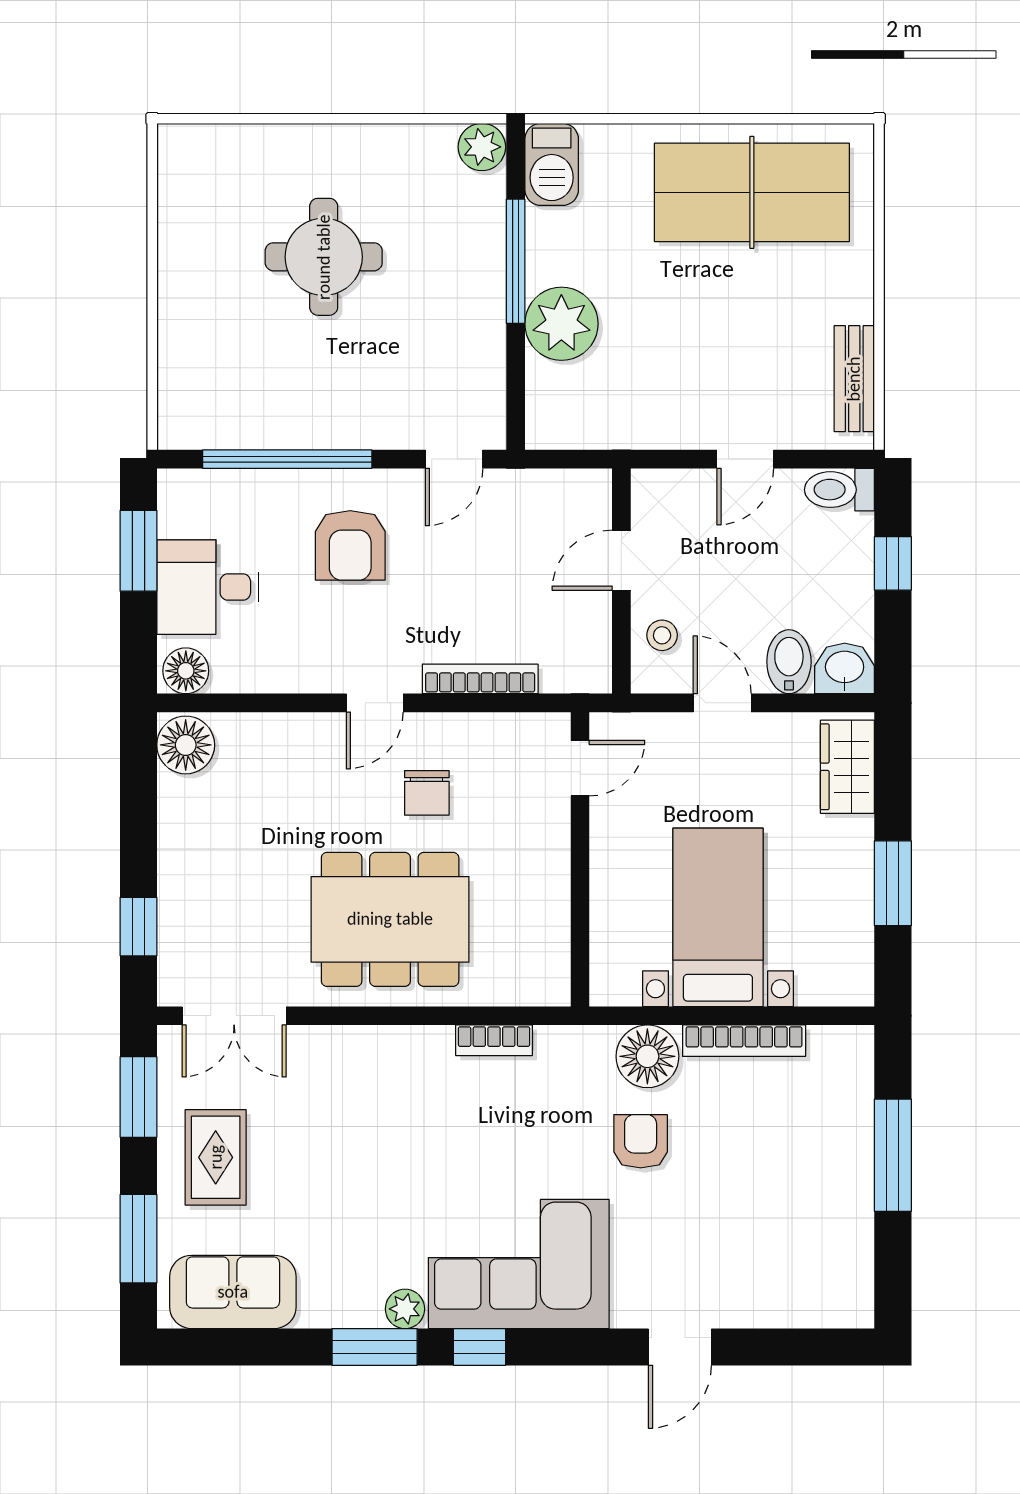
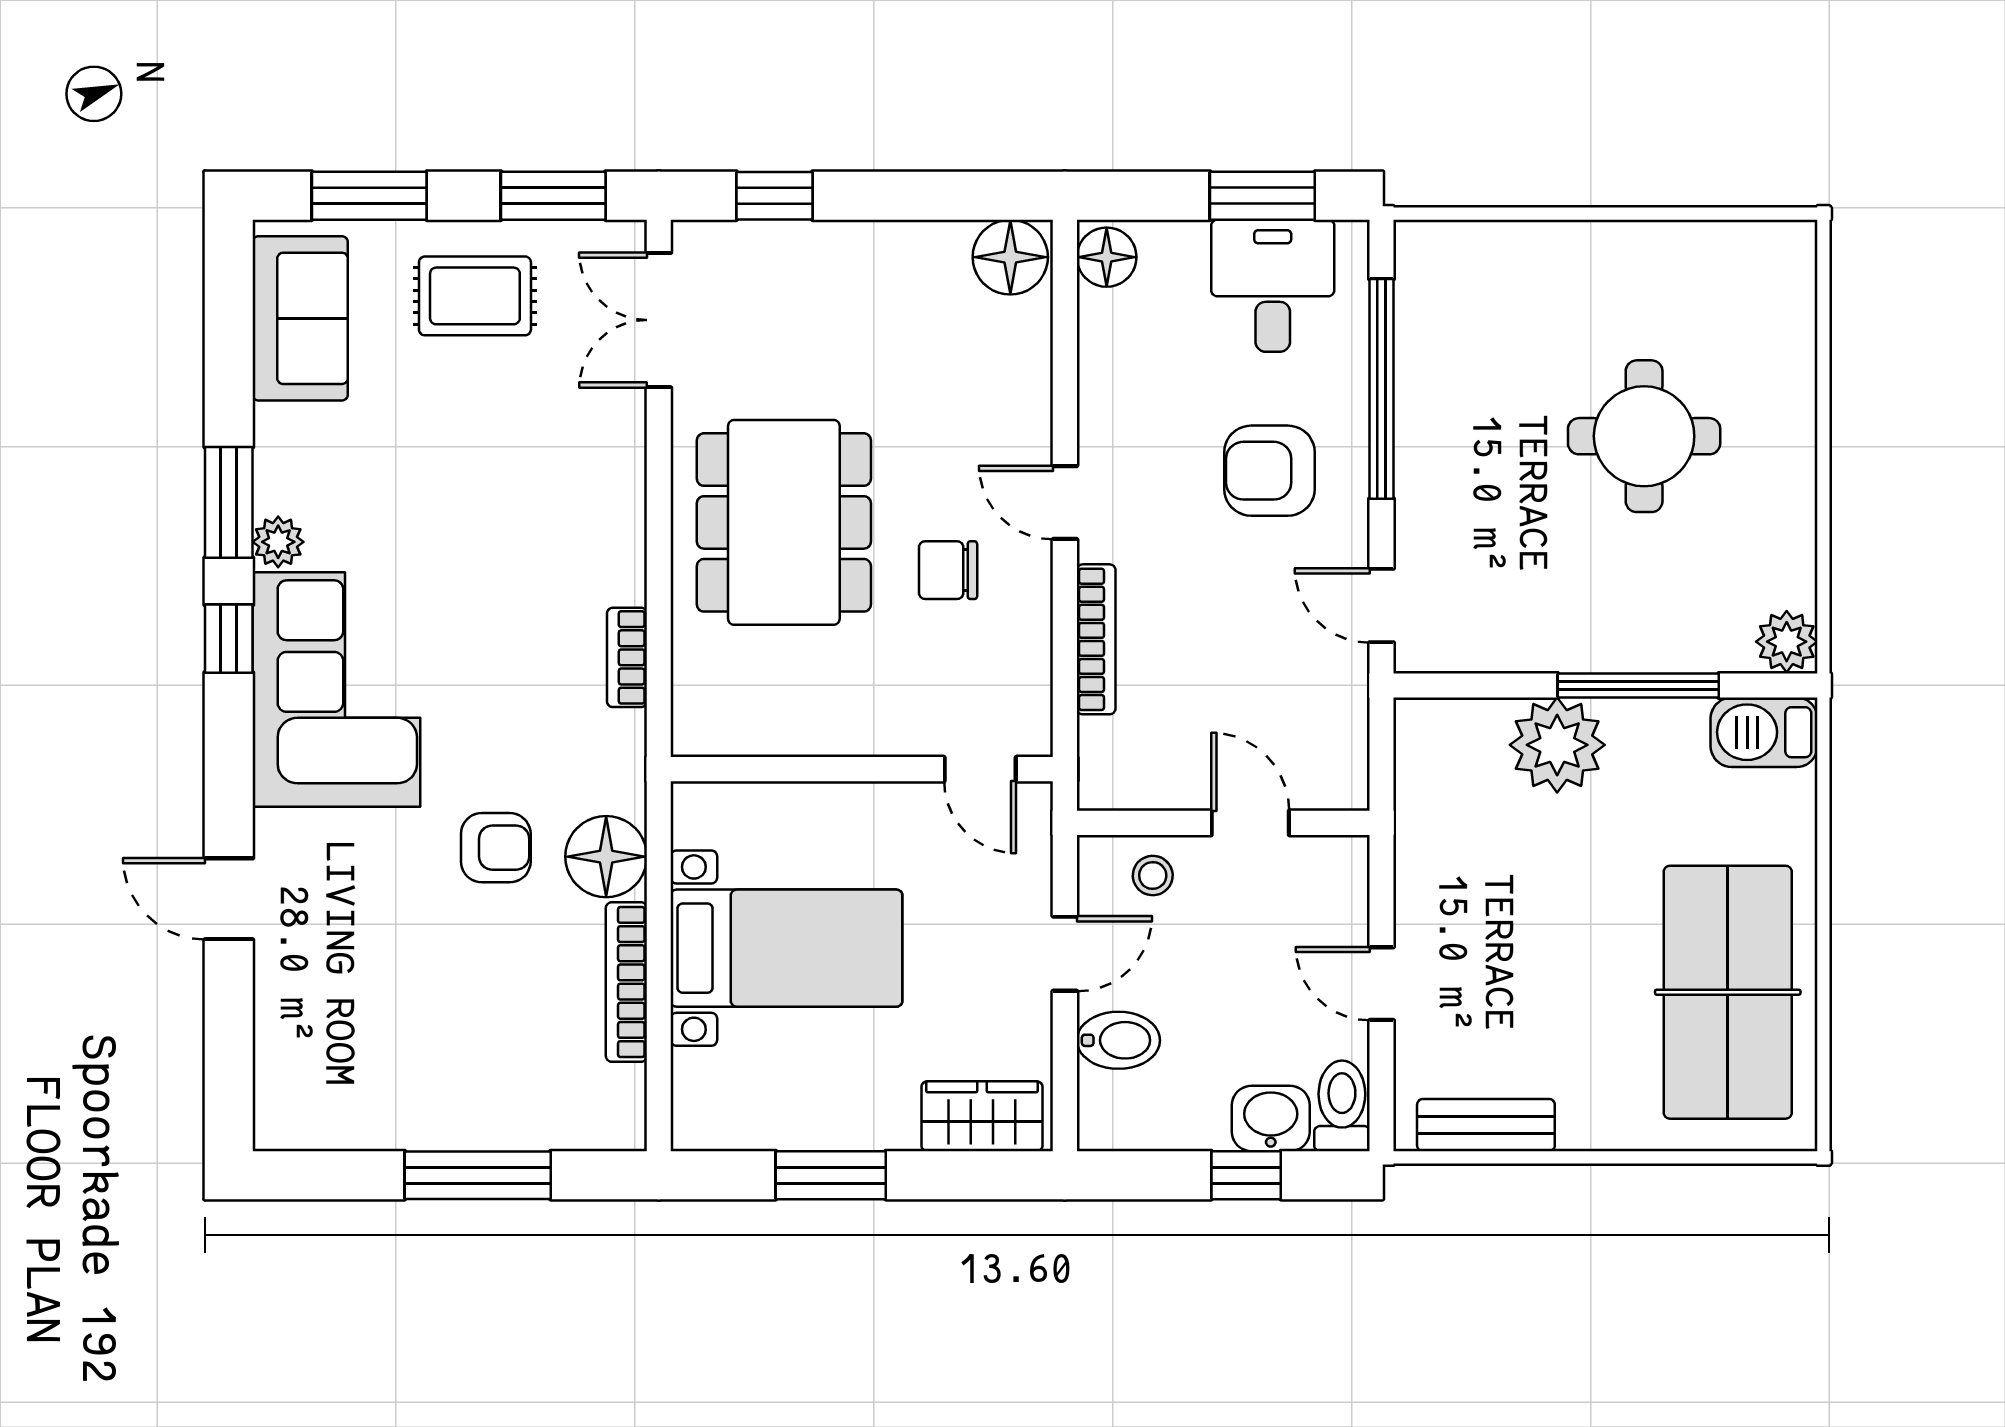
desk: (208, 587) -> (1273, 286), moved
washbasin: (845, 668) -> (1271, 1119), moved, turned -90

